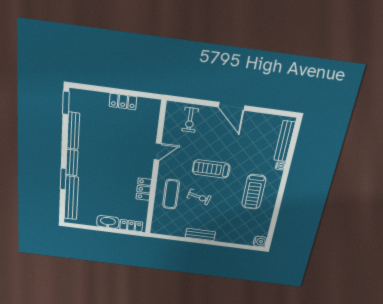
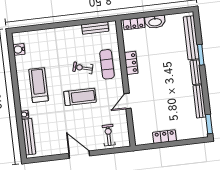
bench: (200, 235) -> (95, 28), moved
water cooler: (260, 241) -> (19, 49), moved

